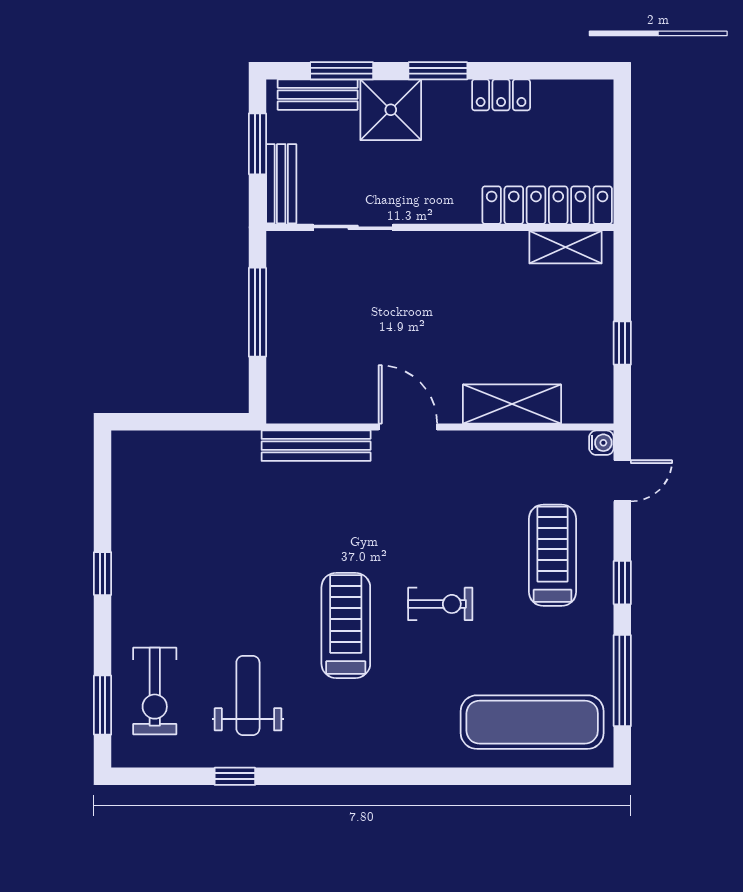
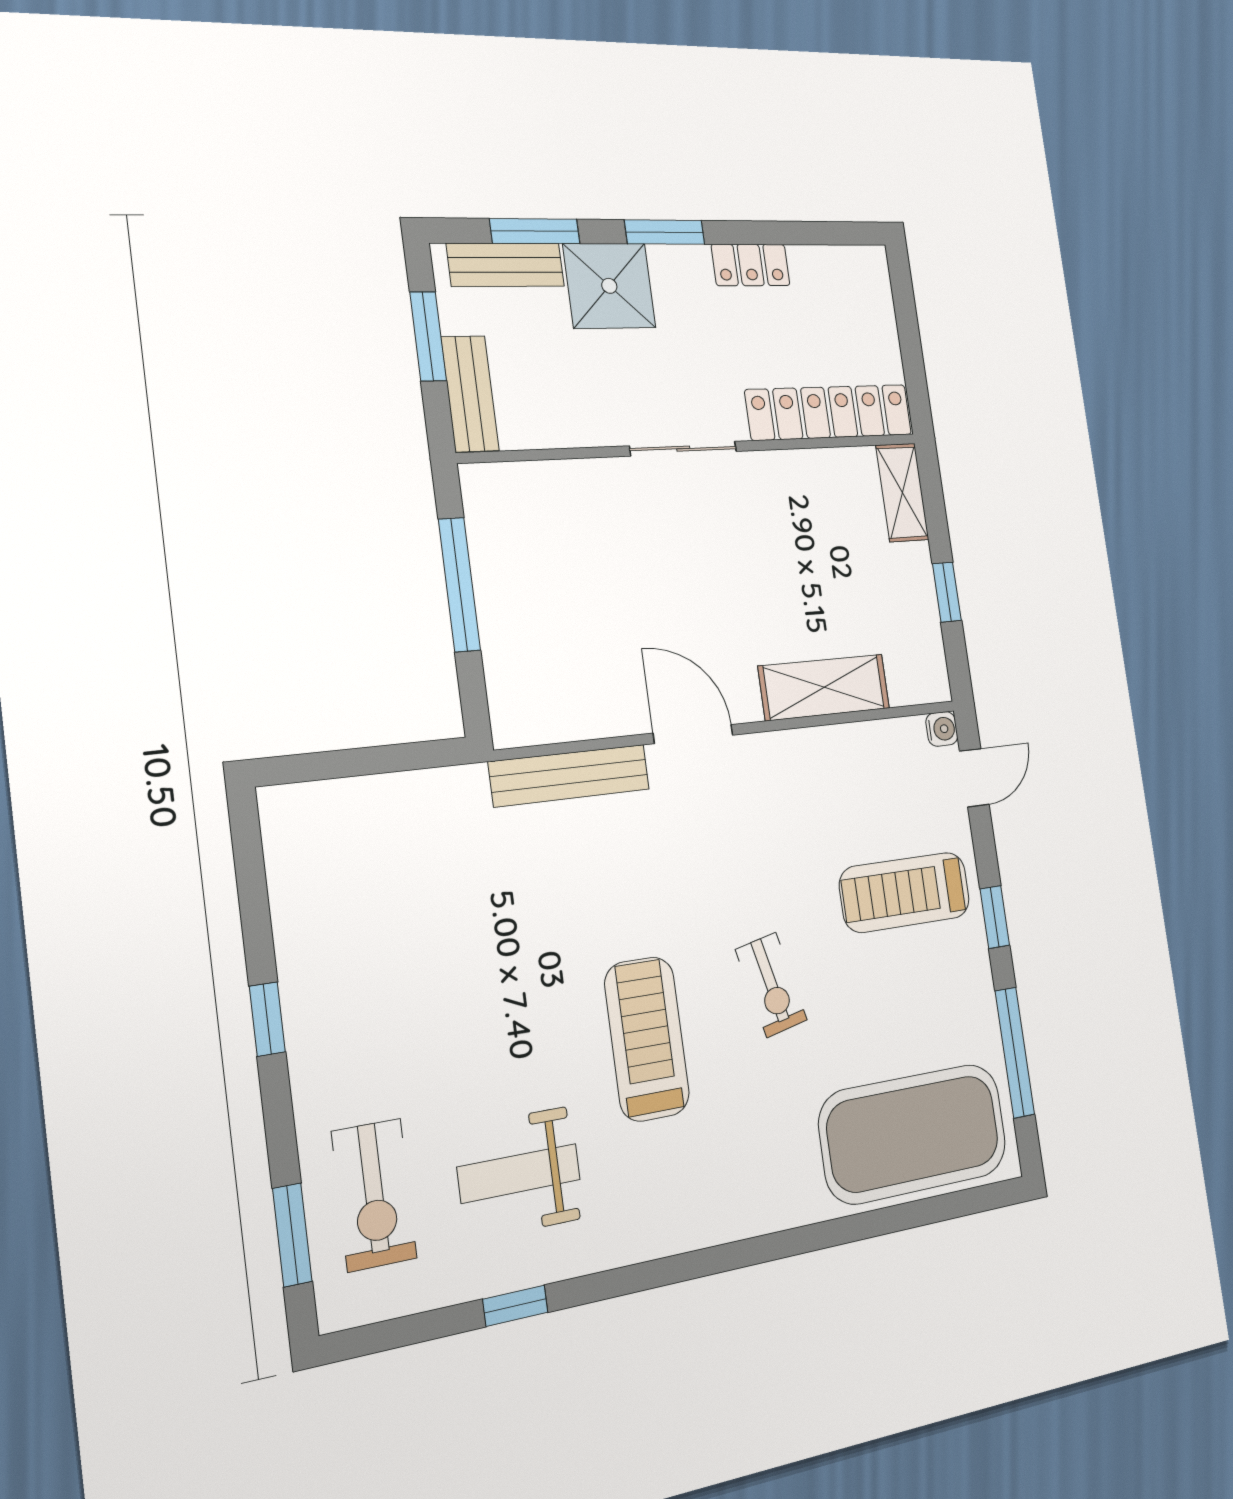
sliding door: (353, 227) -> (683, 449), moved
shelving: (566, 247) -> (902, 492), moved, turned 90
treadmill: (552, 555) -> (905, 892), turned -90
exercise bike: (440, 604) -> (771, 985), turned 77
weight bench: (248, 696) -> (519, 1173), turned -90
exercise mat: (532, 722) -> (913, 1134), width x1.47

